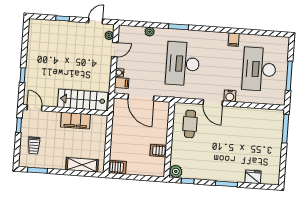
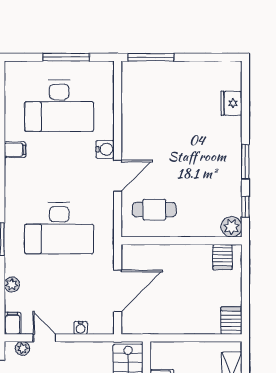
filing cabinet: (122, 83) -> (13, 323), moved
server rack: (158, 151) -> (222, 257), moved
window: (226, 184) -> (245, 162), moved

